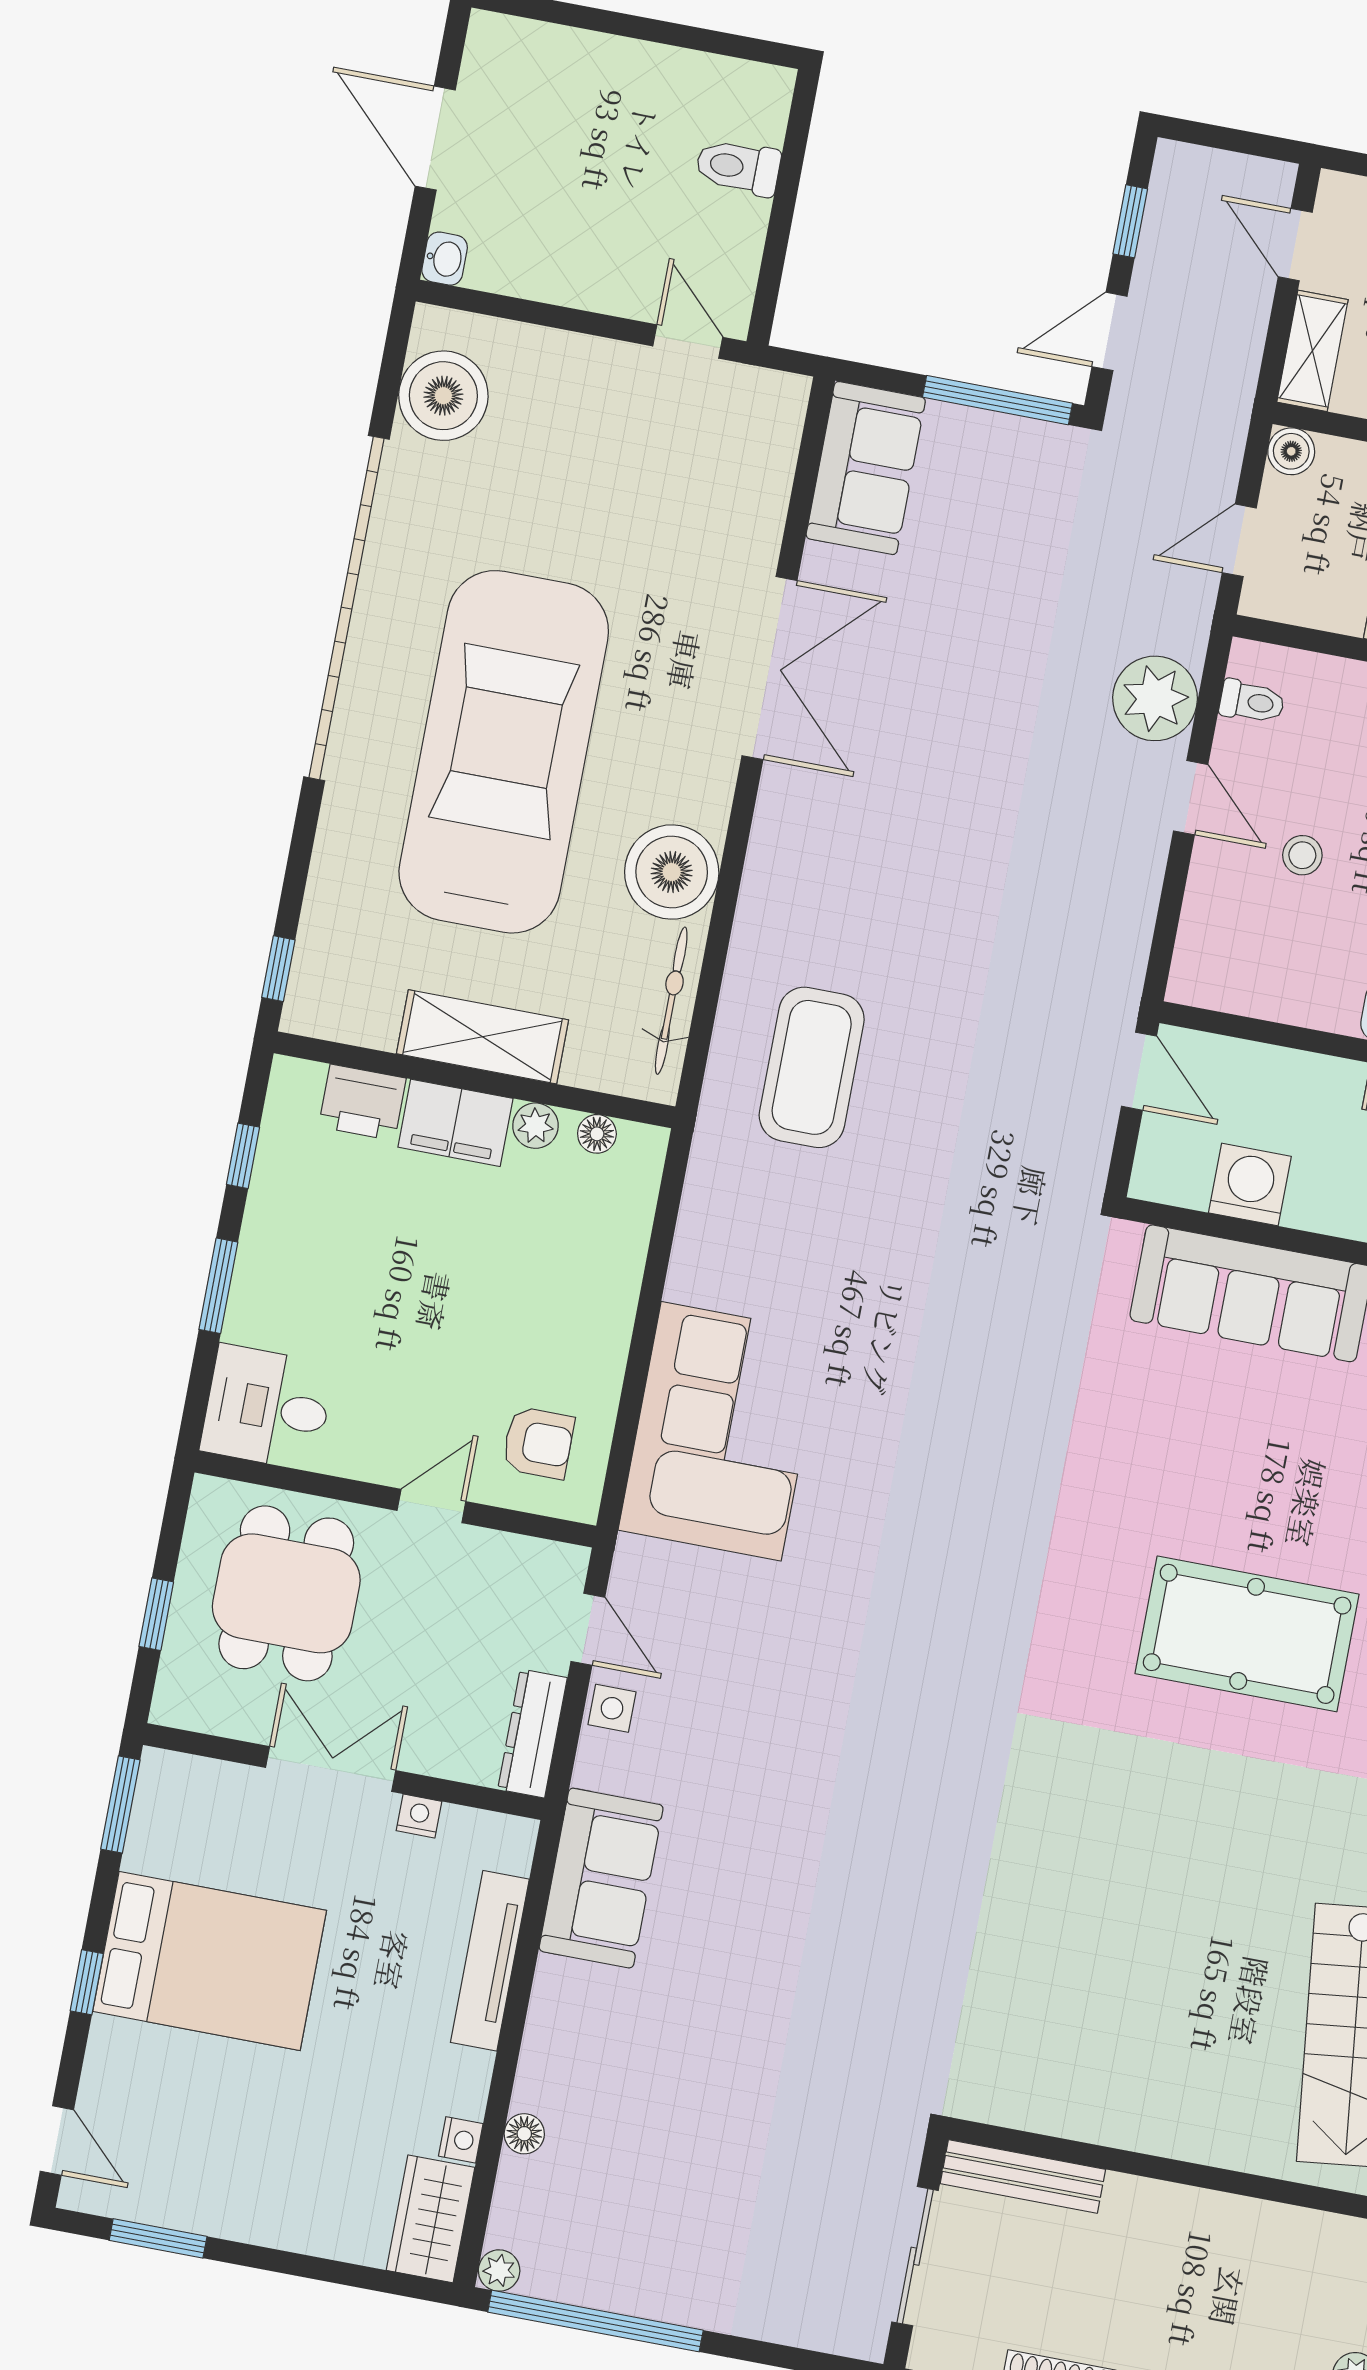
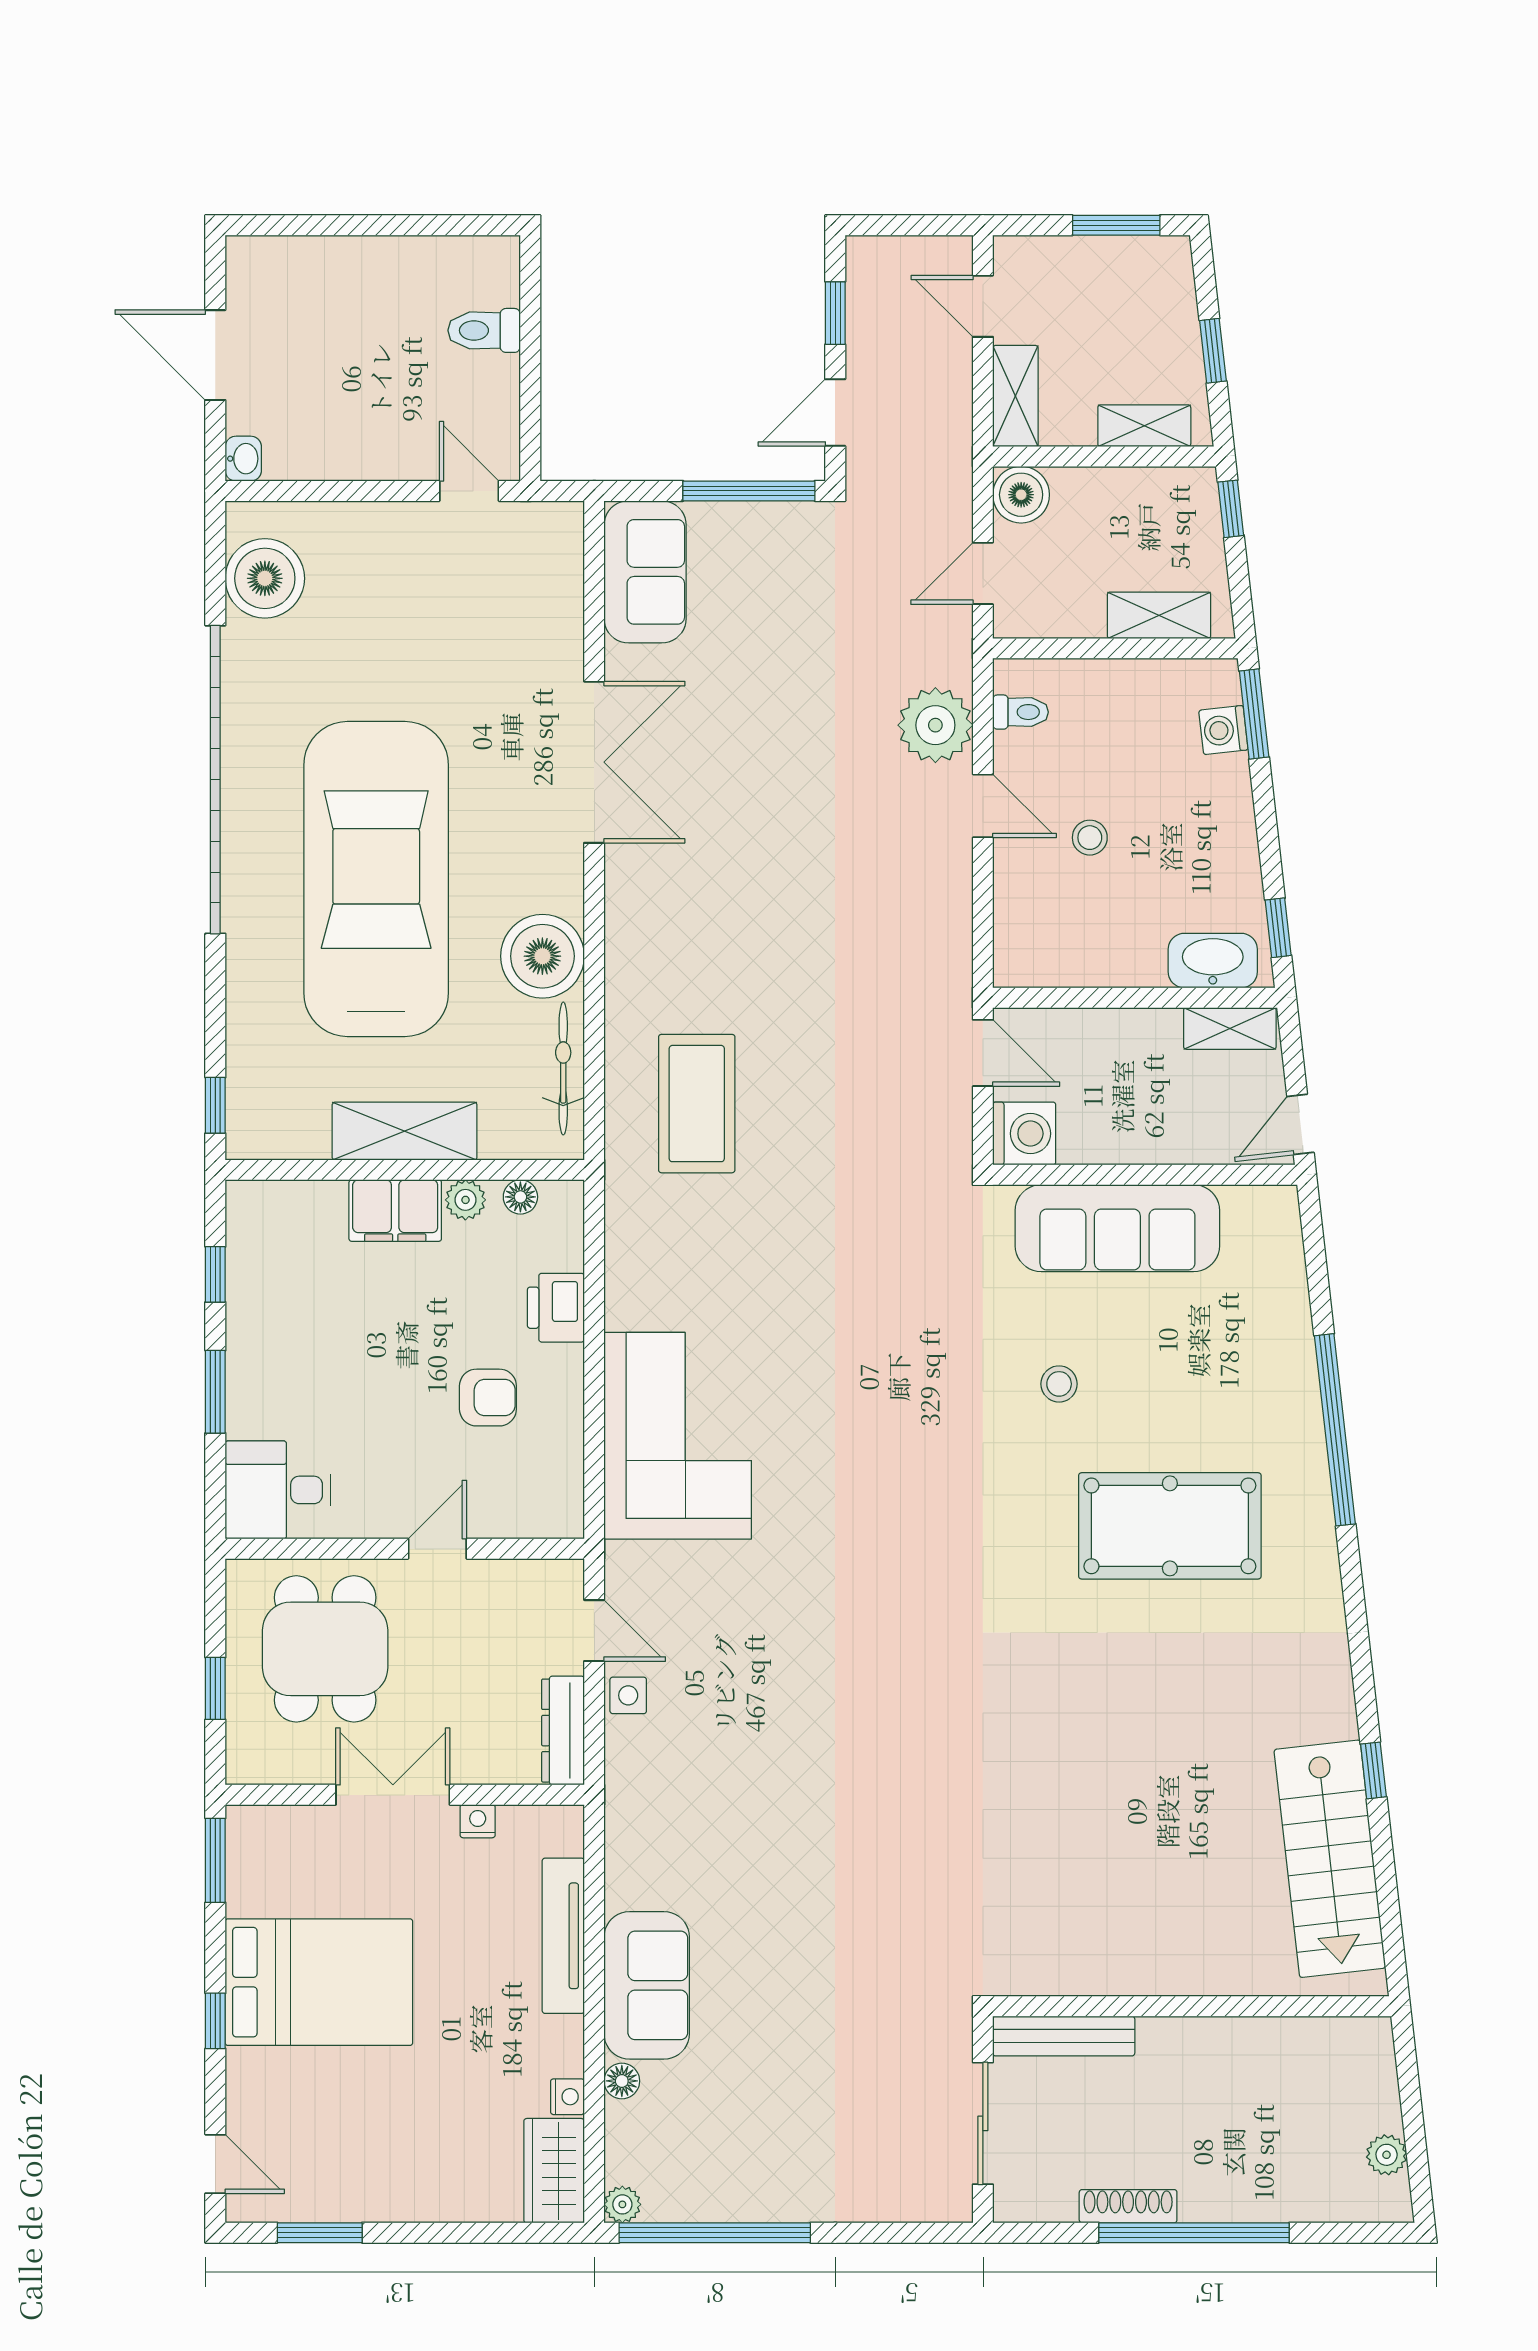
boiler: (1291, 451) -> (1021, 495), width x1.36, depth x1.36
printer: (362, 1102) -> (556, 1308), moved, turned 90
washing machine: (1250, 1185) -> (1024, 1134), moved, turned 90
armchair: (538, 1443) -> (488, 1398), moved
stool: (1154, 1454) -> (1059, 1384), added
sofa: (601, 1878) -> (647, 1985), moved

